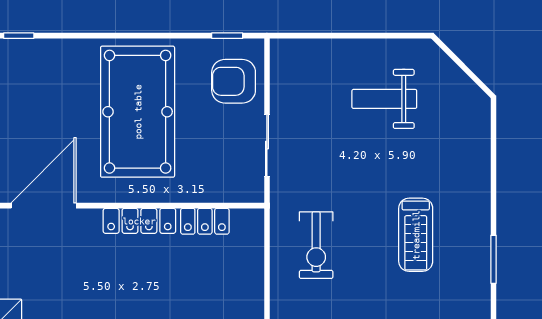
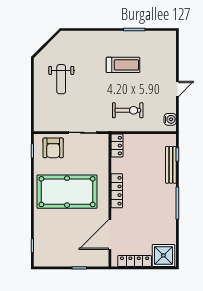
door: (44, 206) -> (110, 234), hinge flipped
locker: (205, 221) -> (117, 146), moved

